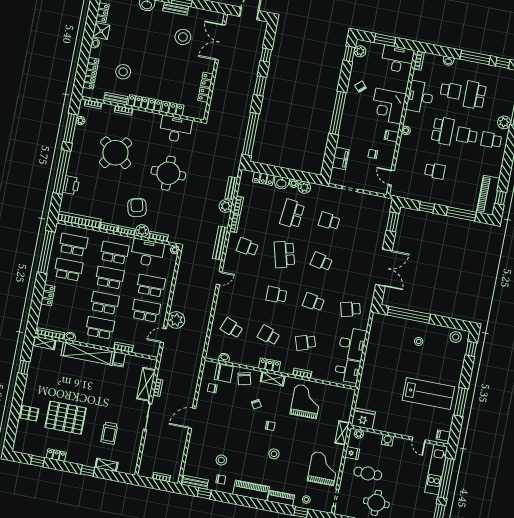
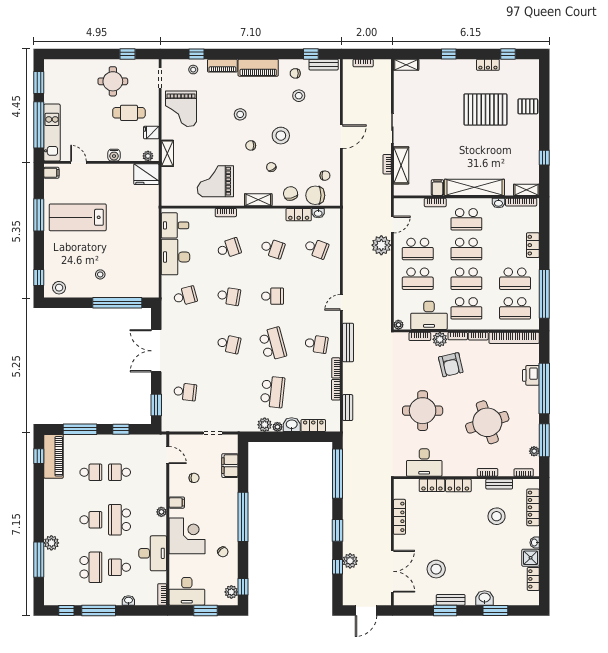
locker: (145, 103) -> (458, 485), width x0.66
school desk: (491, 140) -> (91, 472), moved
round table: (116, 153) -> (487, 422), turned 35
plant: (226, 206) -> (350, 561), moved
school desk: (329, 221) -> (185, 392), moved
locker: (269, 365) -> (299, 215), moved
grand piano: (306, 401) -> (215, 181), turned 90
stool: (243, 429) -> (281, 136), added
trolley: (109, 433) -> (432, 102), removed
shelving: (107, 465) -> (406, 65), moved

